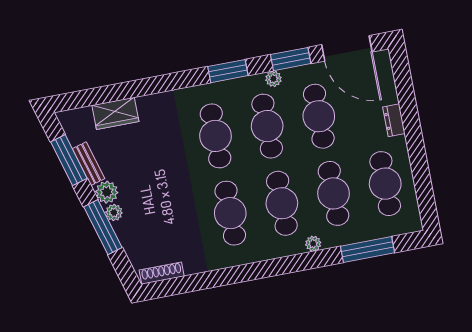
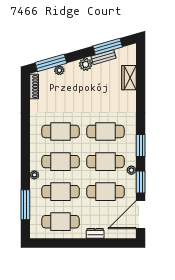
plant: (114, 213) -> (59, 70), moved
window: (103, 227) -> (51, 63), moved

